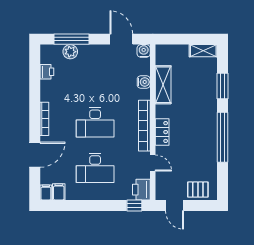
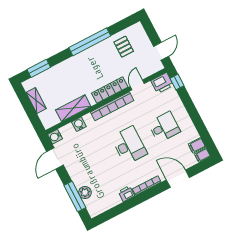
shelving: (203, 51) -> (36, 101), moved
printer: (47, 72) -> (126, 194), moved
window: (223, 86) -> (39, 68), moved
locker: (162, 132) -> (110, 90), width x1.53
desk: (95, 168) -> (164, 127), width x0.73
pallet: (198, 190) -> (124, 47), moved

